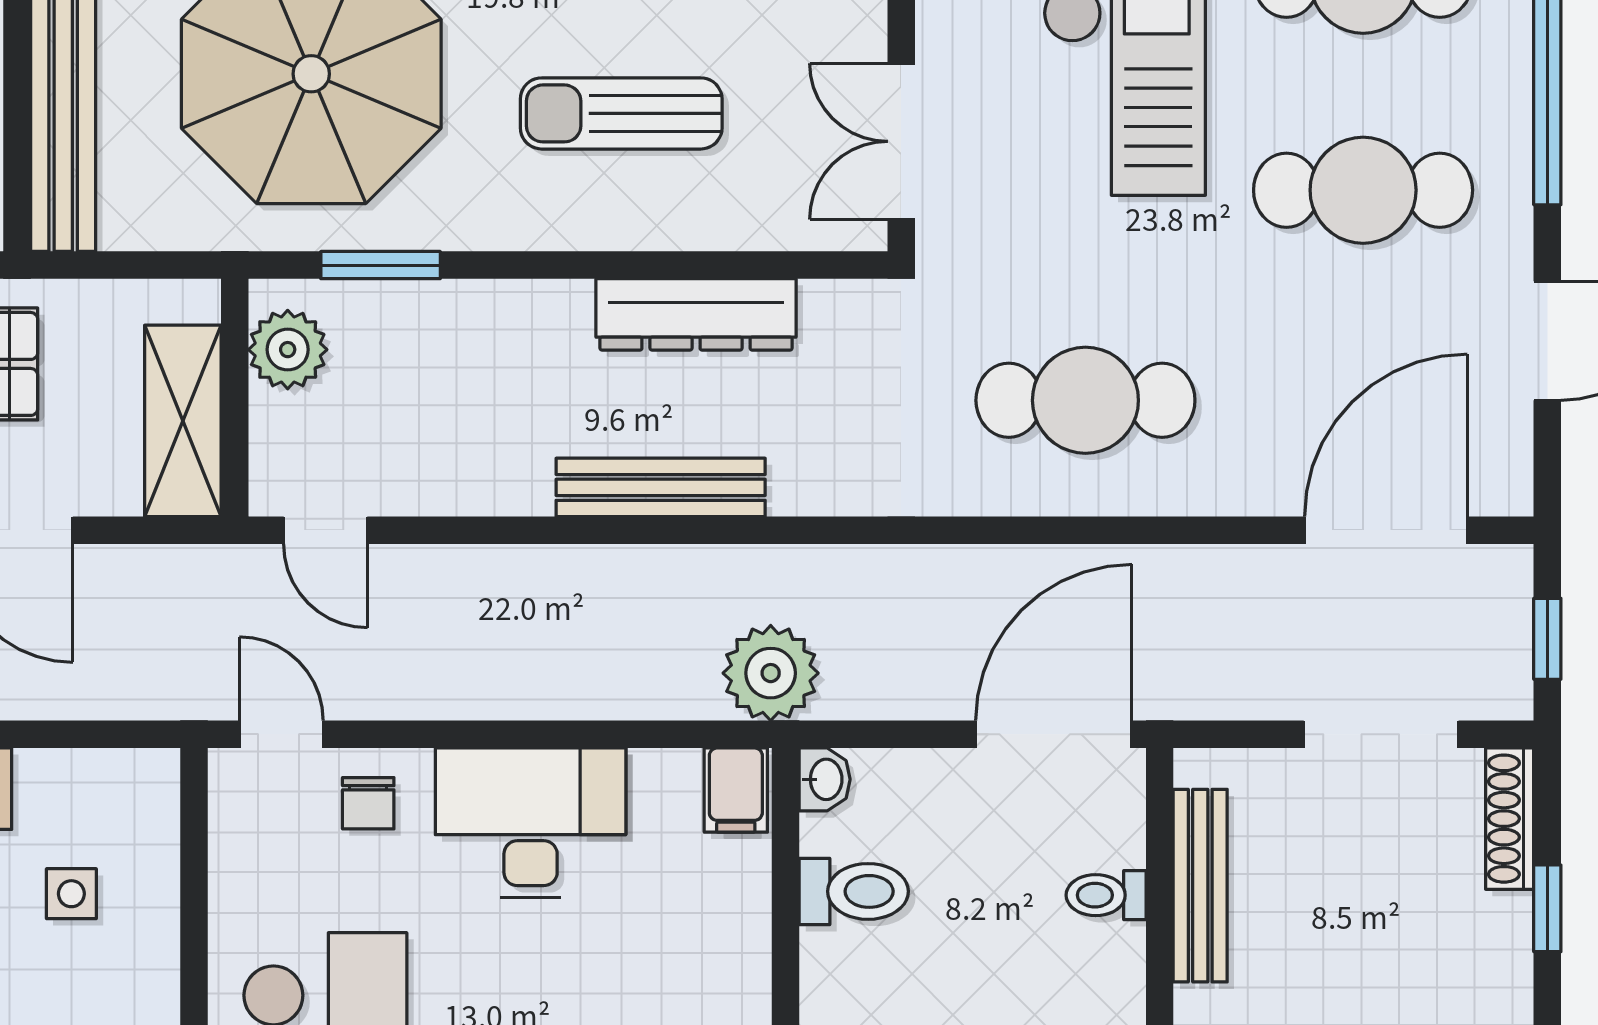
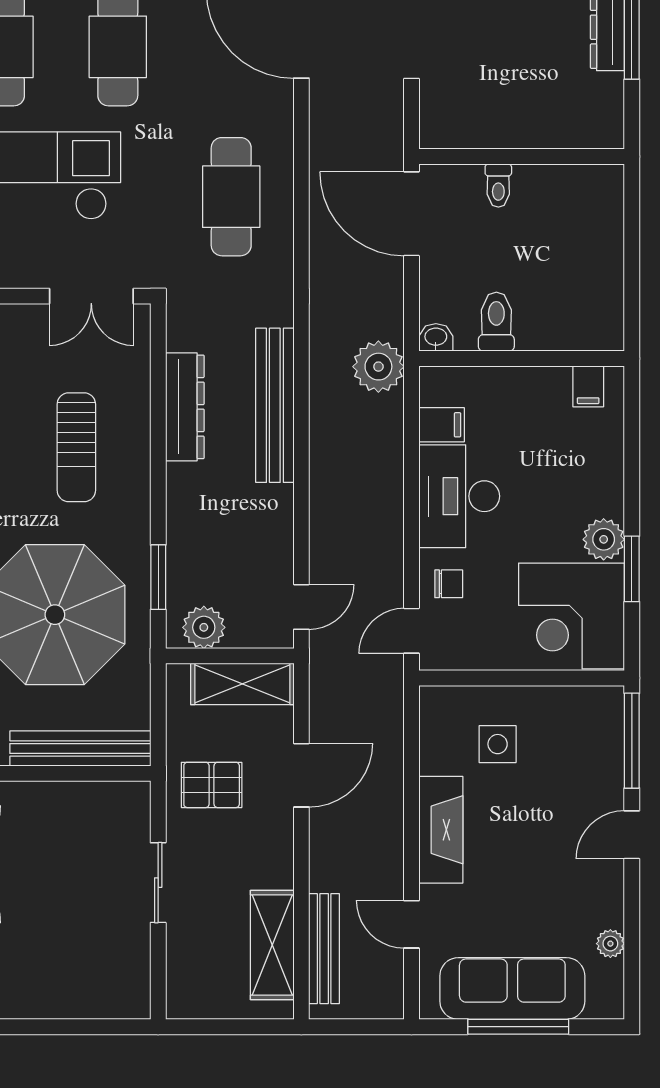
bench: (661, 487) -> (275, 405), width x1.37, depth x1.21
filing cabinet: (736, 790) -> (442, 425), moved
bench: (1200, 886) -> (493, 135), removed
side table: (71, 894) -> (498, 744), width x1.37, depth x1.37

